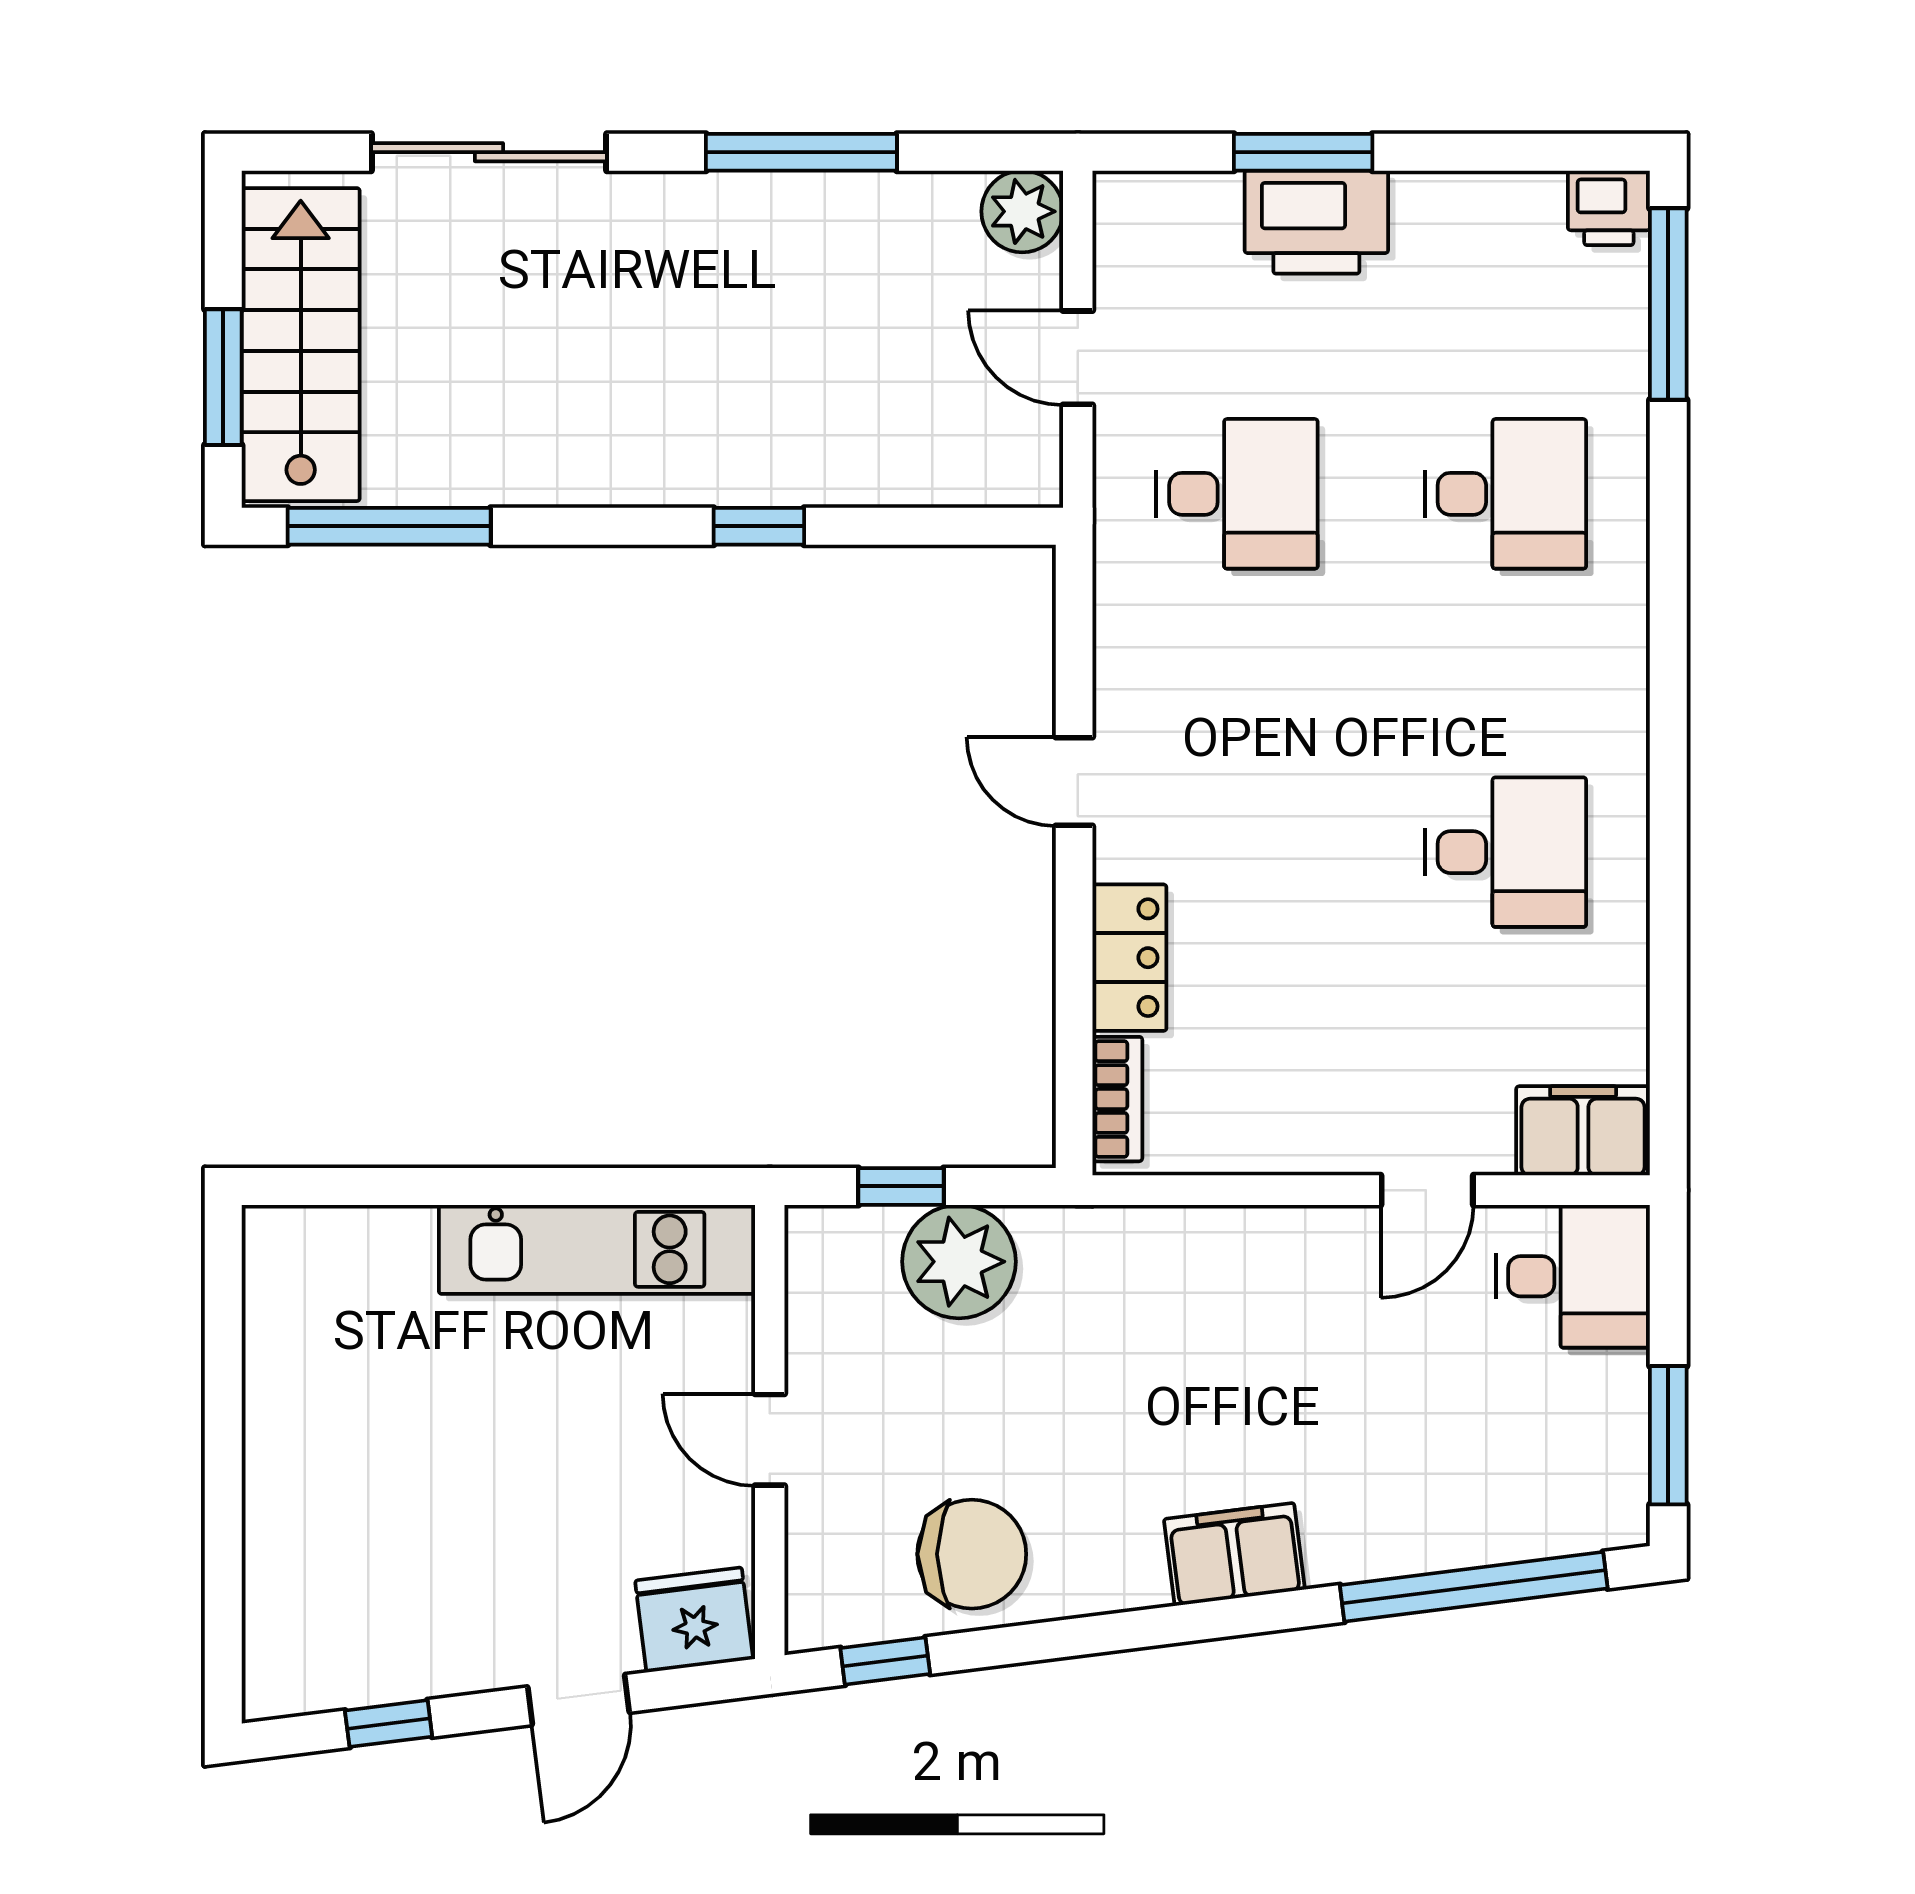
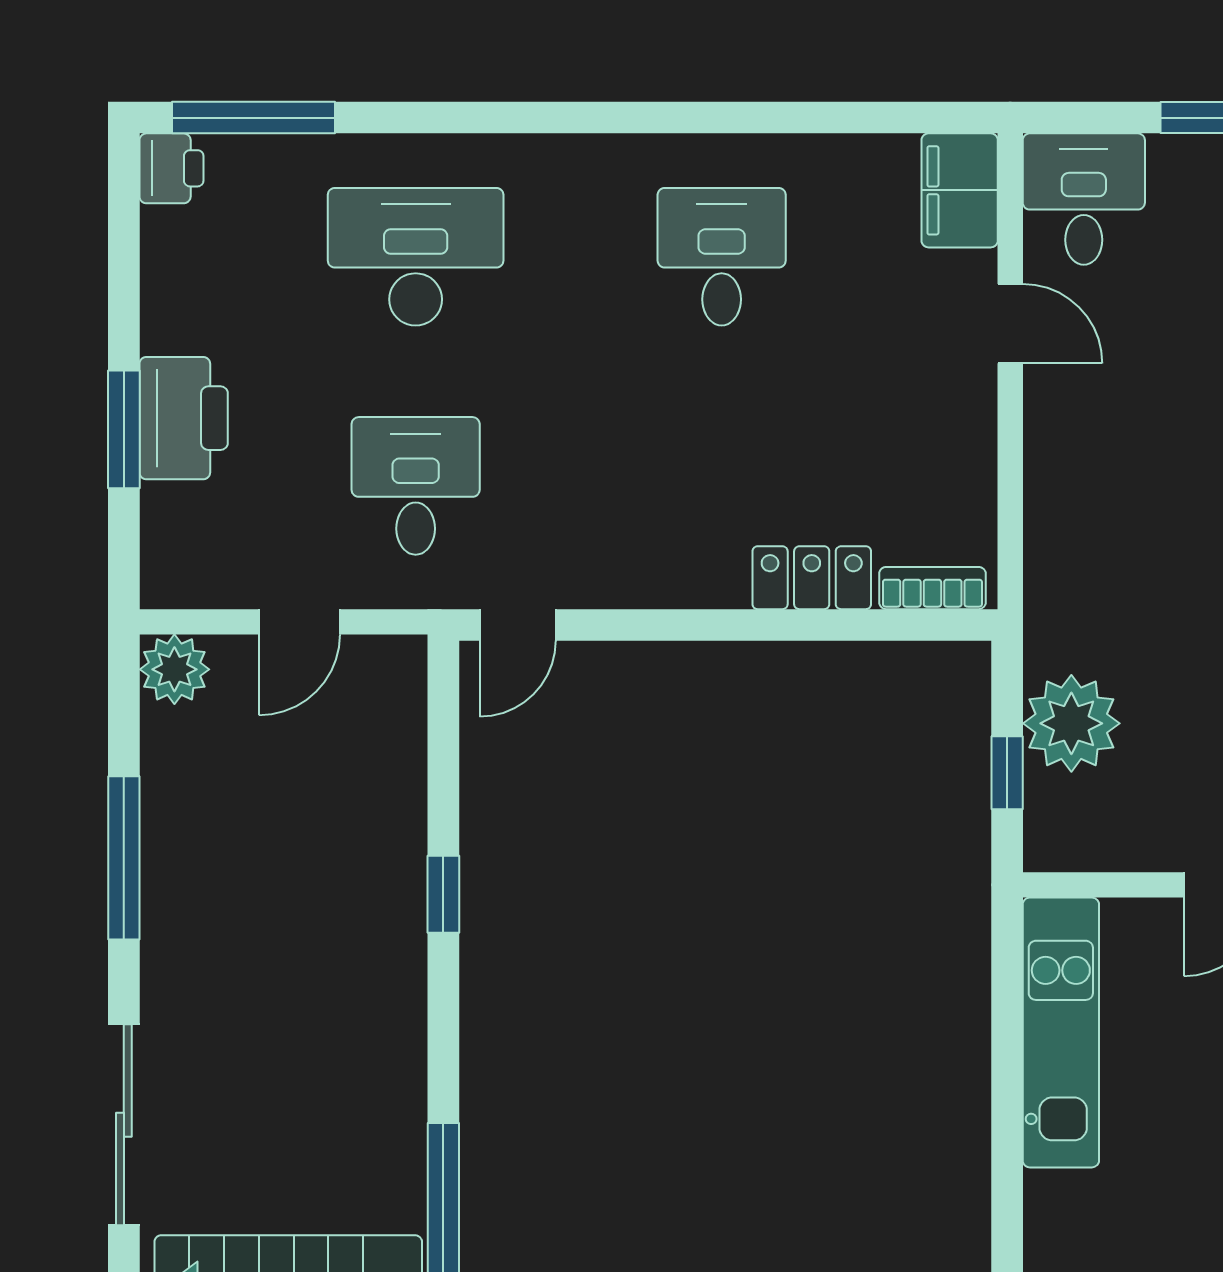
desk: (1505, 494) -> (416, 257), width x1.37
door: (1074, 781) -> (518, 625), moved

